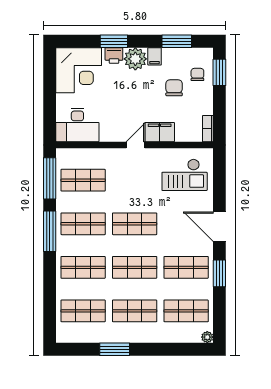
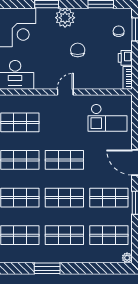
printer: (114, 55) -> (125, 58), moved, turned 90
filing cabinet: (155, 56) -> (82, 16), removed
chair: (174, 88) -> (78, 50), moved
filing cabinet: (160, 132) -> (86, 81), removed

